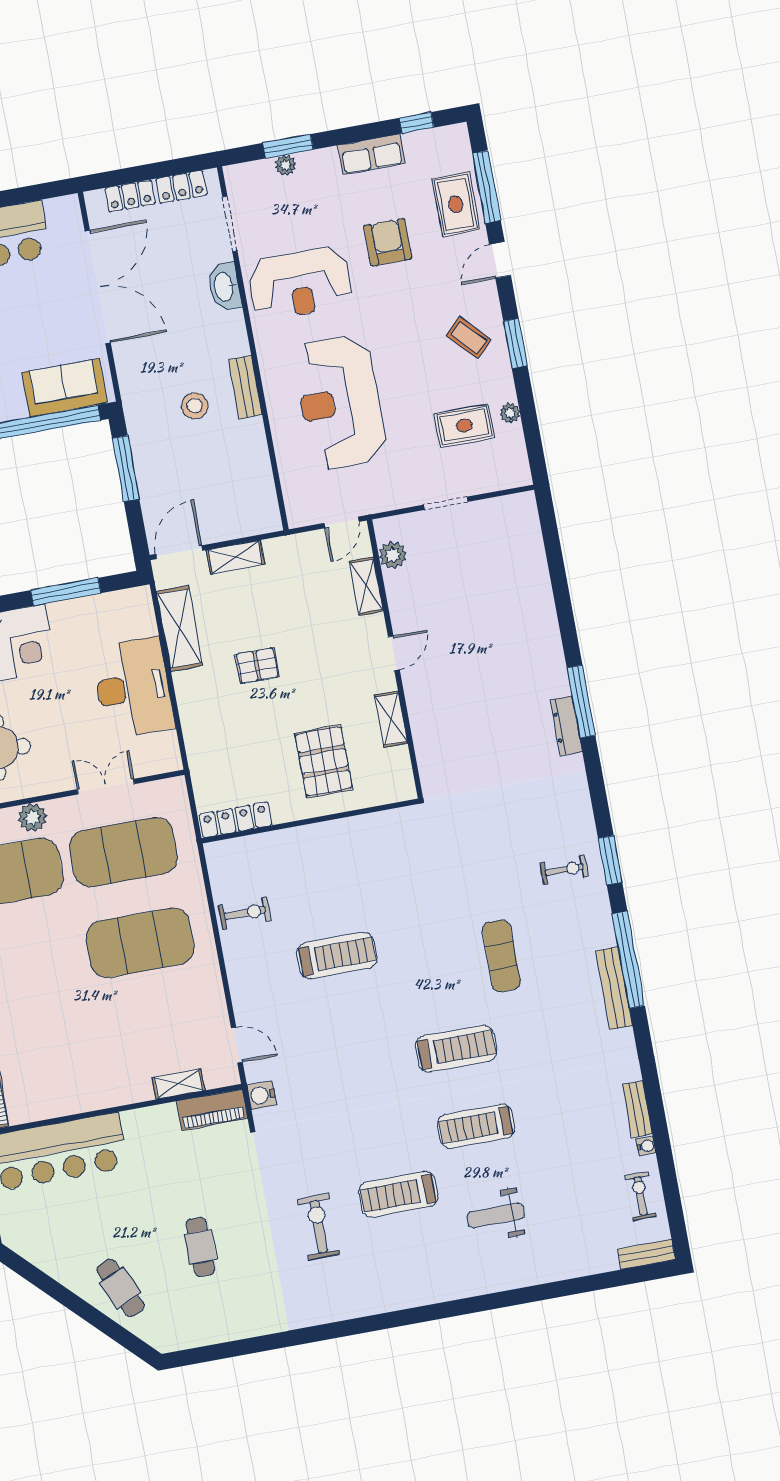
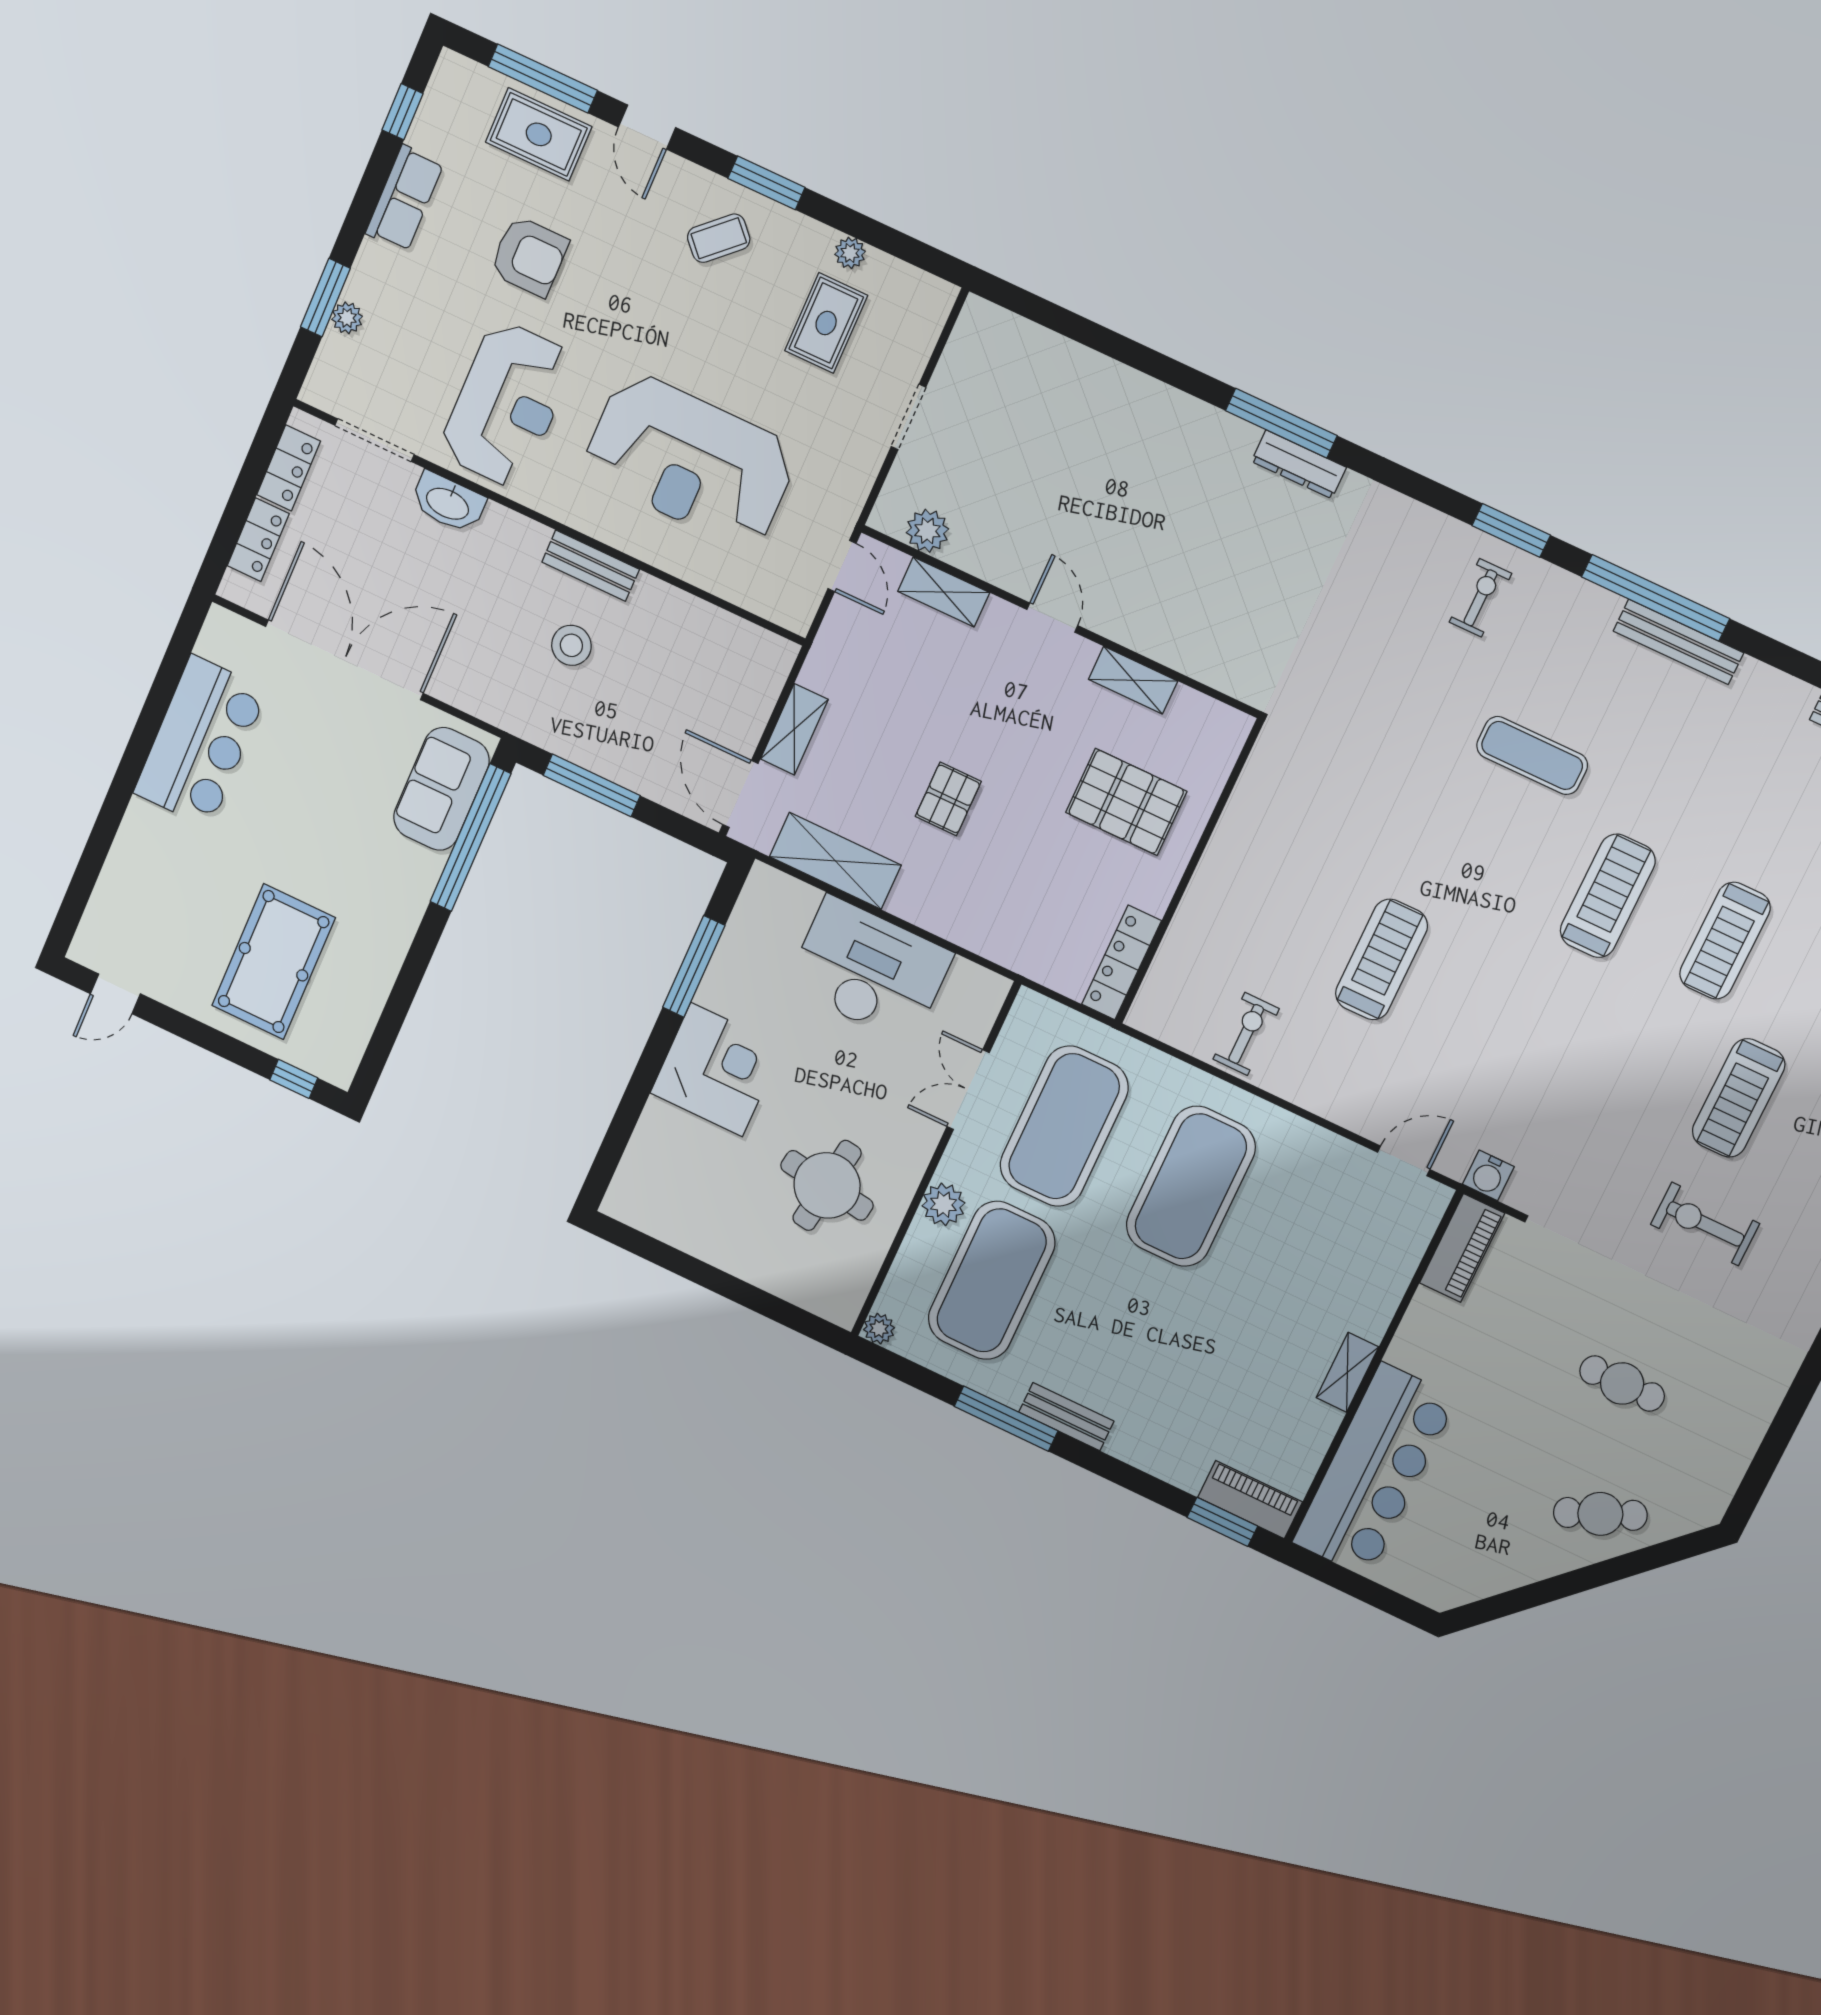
armchair: (388, 242) -> (529, 256), turned 180
shelving: (178, 1084) -> (1347, 1372), moved

